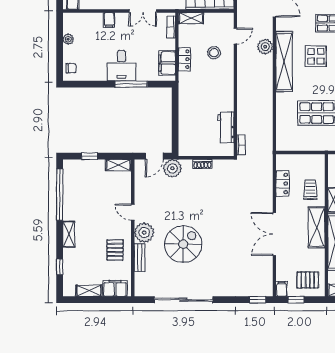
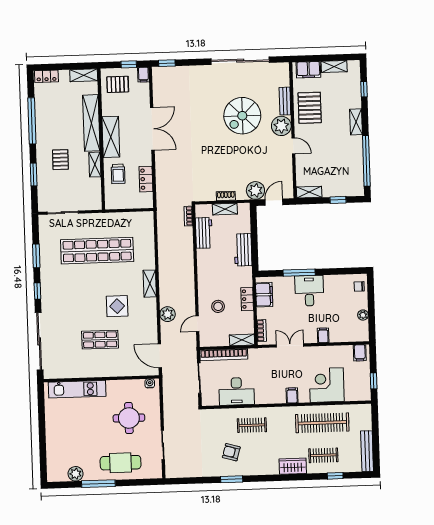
shelving: (284, 62) -> (150, 284), width x0.45, depth x0.75
workbench: (187, 109) -> (243, 250), added
shelving: (204, 151) -> (225, 209), added
pallet: (115, 250) -> (310, 108), width x1.50, depth x1.42

